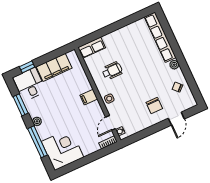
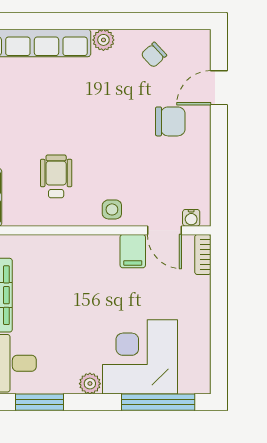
filing cabinet: (89, 97) -> (133, 251), moved
door: (176, 119) -> (219, 88), swing flipped
window: (38, 142) -> (158, 402), moved
corner desk: (63, 149) -> (140, 357), moved

